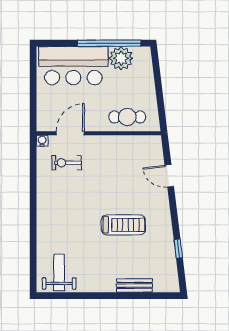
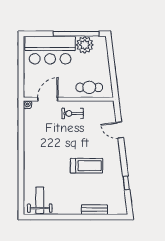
exercise bike: (67, 163) -> (73, 113), moved

